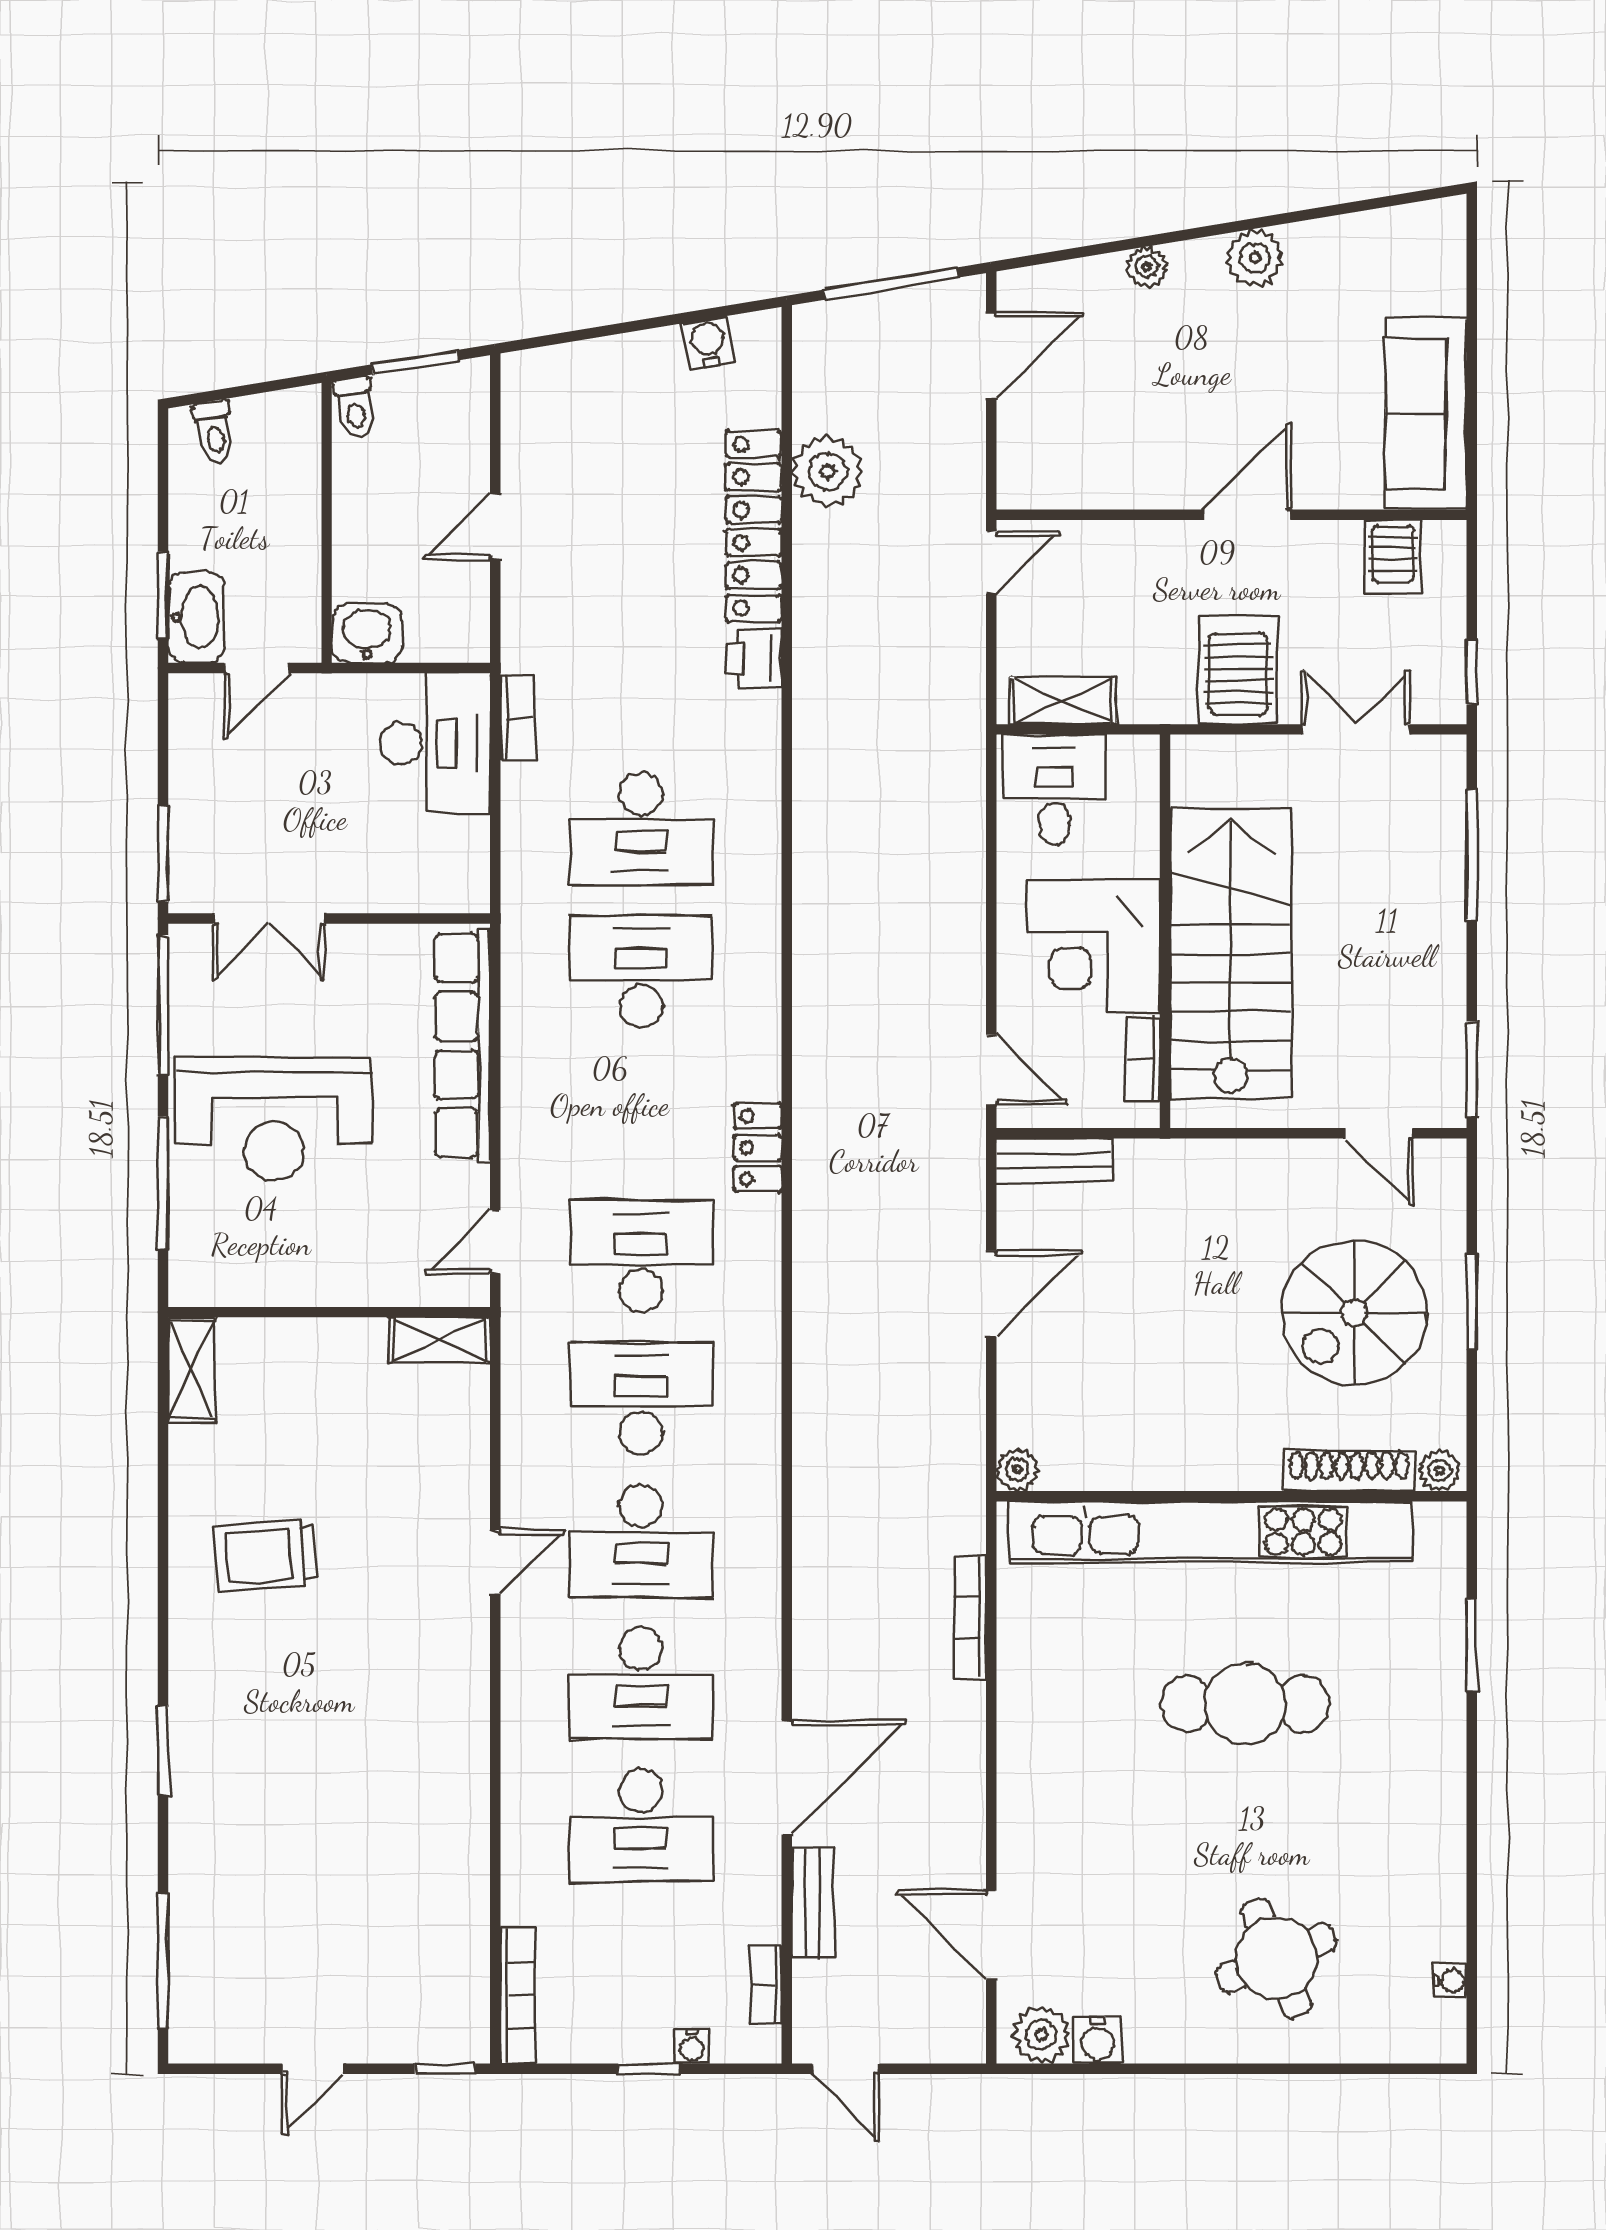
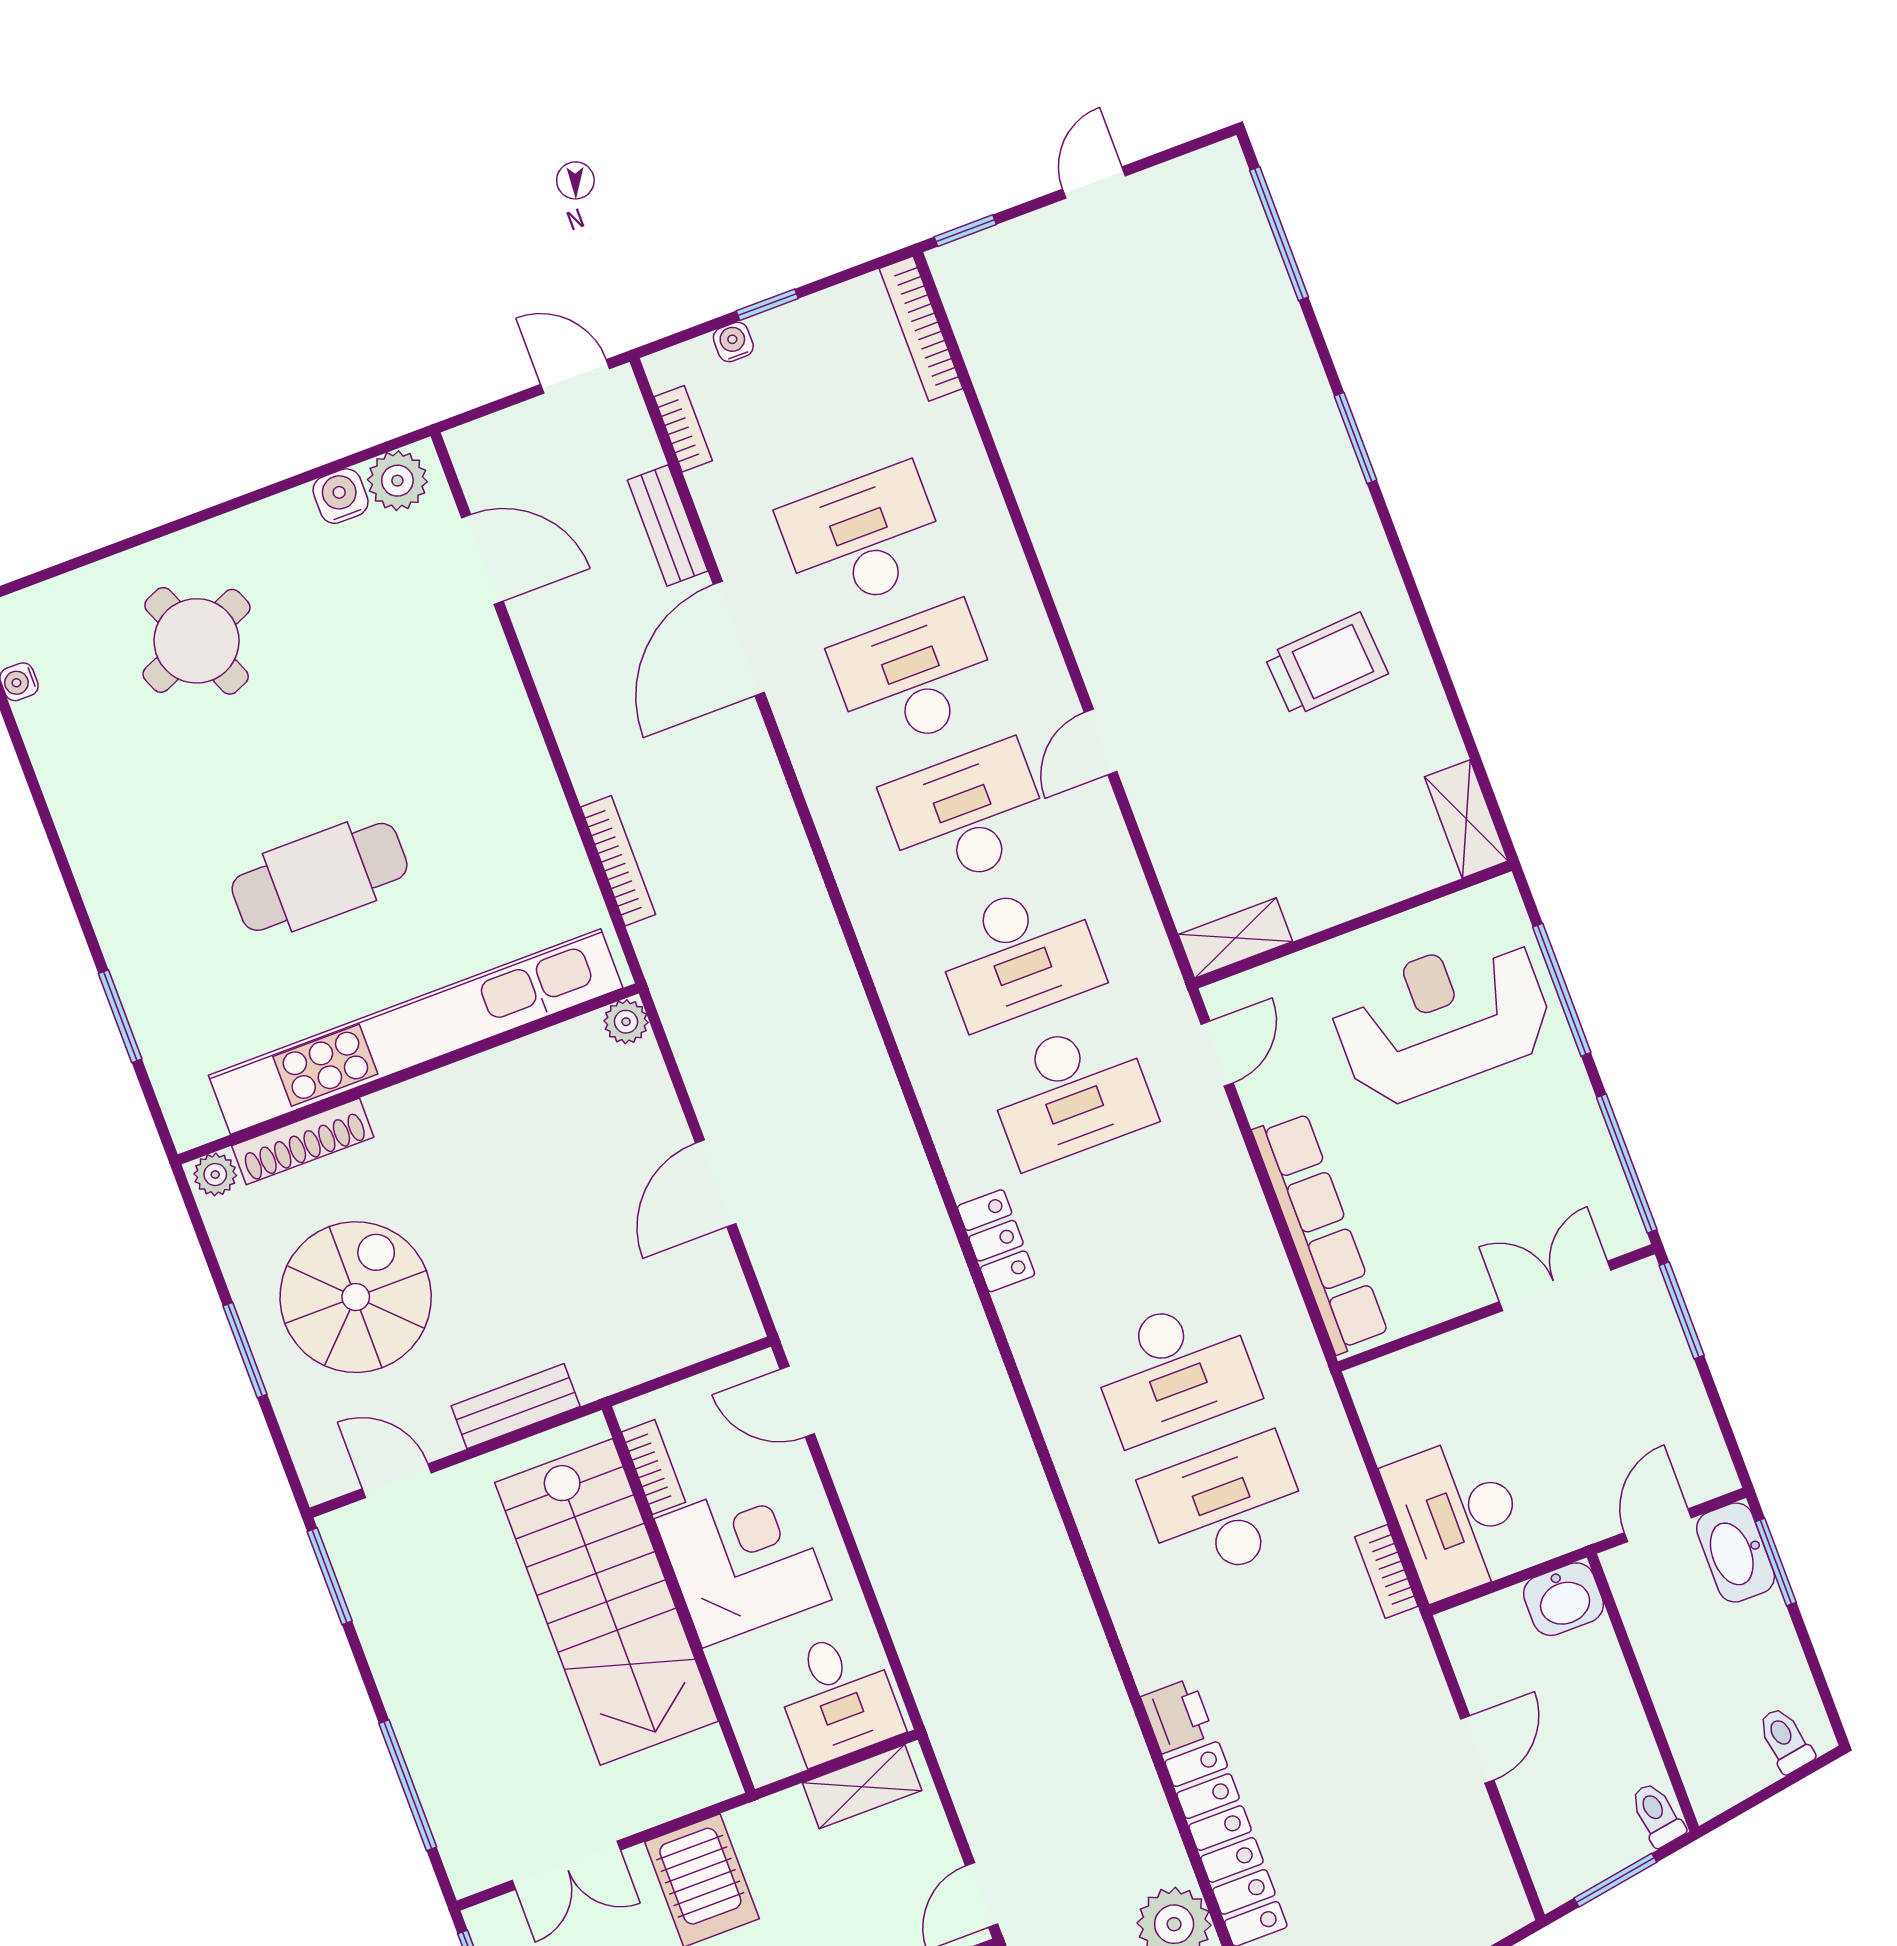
reception desk: (274, 1119) -> (1442, 1019), moved
bench: (1054, 1160) -> (516, 1406), moved

